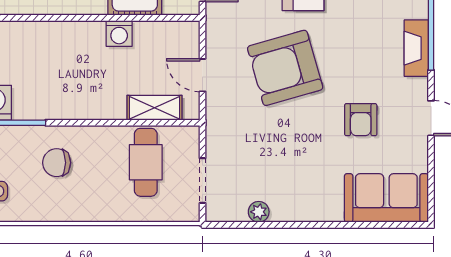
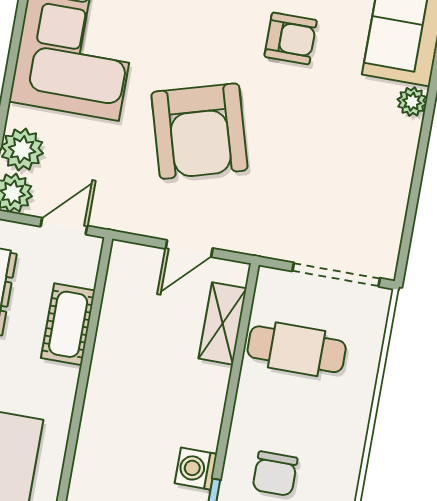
washing machine: (119, 33) -> (196, 469), moved, turned 180
doorway: (202, 181) -> (336, 275), width x1.38
plant: (259, 212) -> (412, 102), moved

